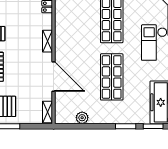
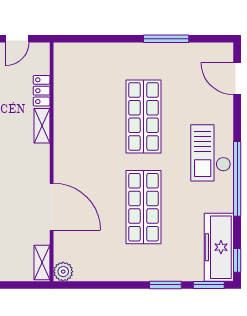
shelving: (47, 41) -> (42, 126), moved
plant: (82, 118) -> (63, 272), moved

